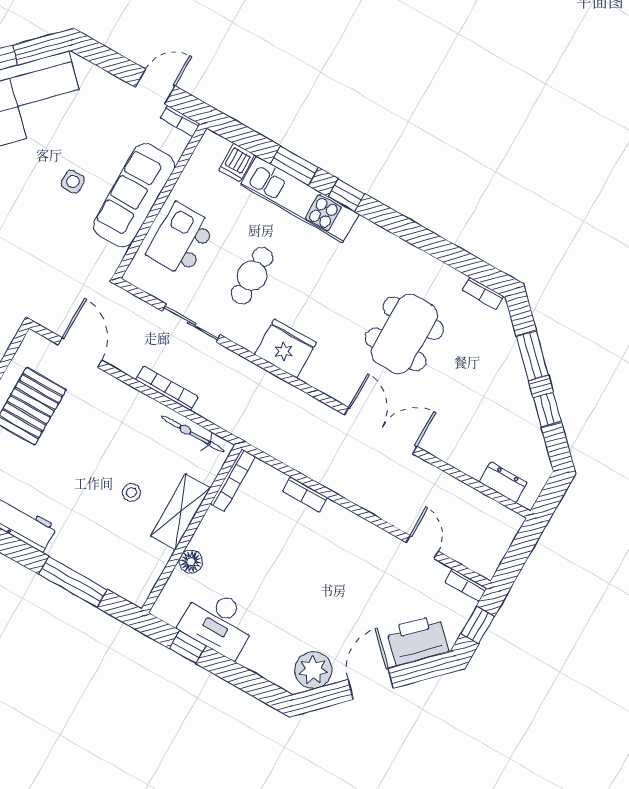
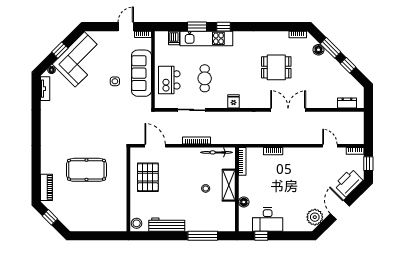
dining table: (404, 334) -> (276, 67), width x0.73
floor lamp: (507, 346) -> (319, 50), added
fridge: (285, 349) -> (234, 101), width x0.53, depth x0.75

